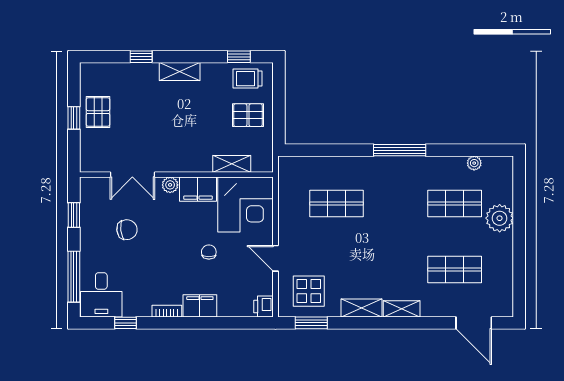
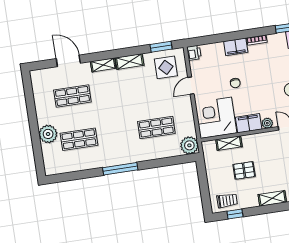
pallet: (248, 115) -> (244, 170), moved
plant: (474, 163) -> (189, 145), moved, width x1.88, depth x1.88
door: (275, 258) -> (191, 86), swing flipped
door: (474, 323) -> (68, 61), moved

